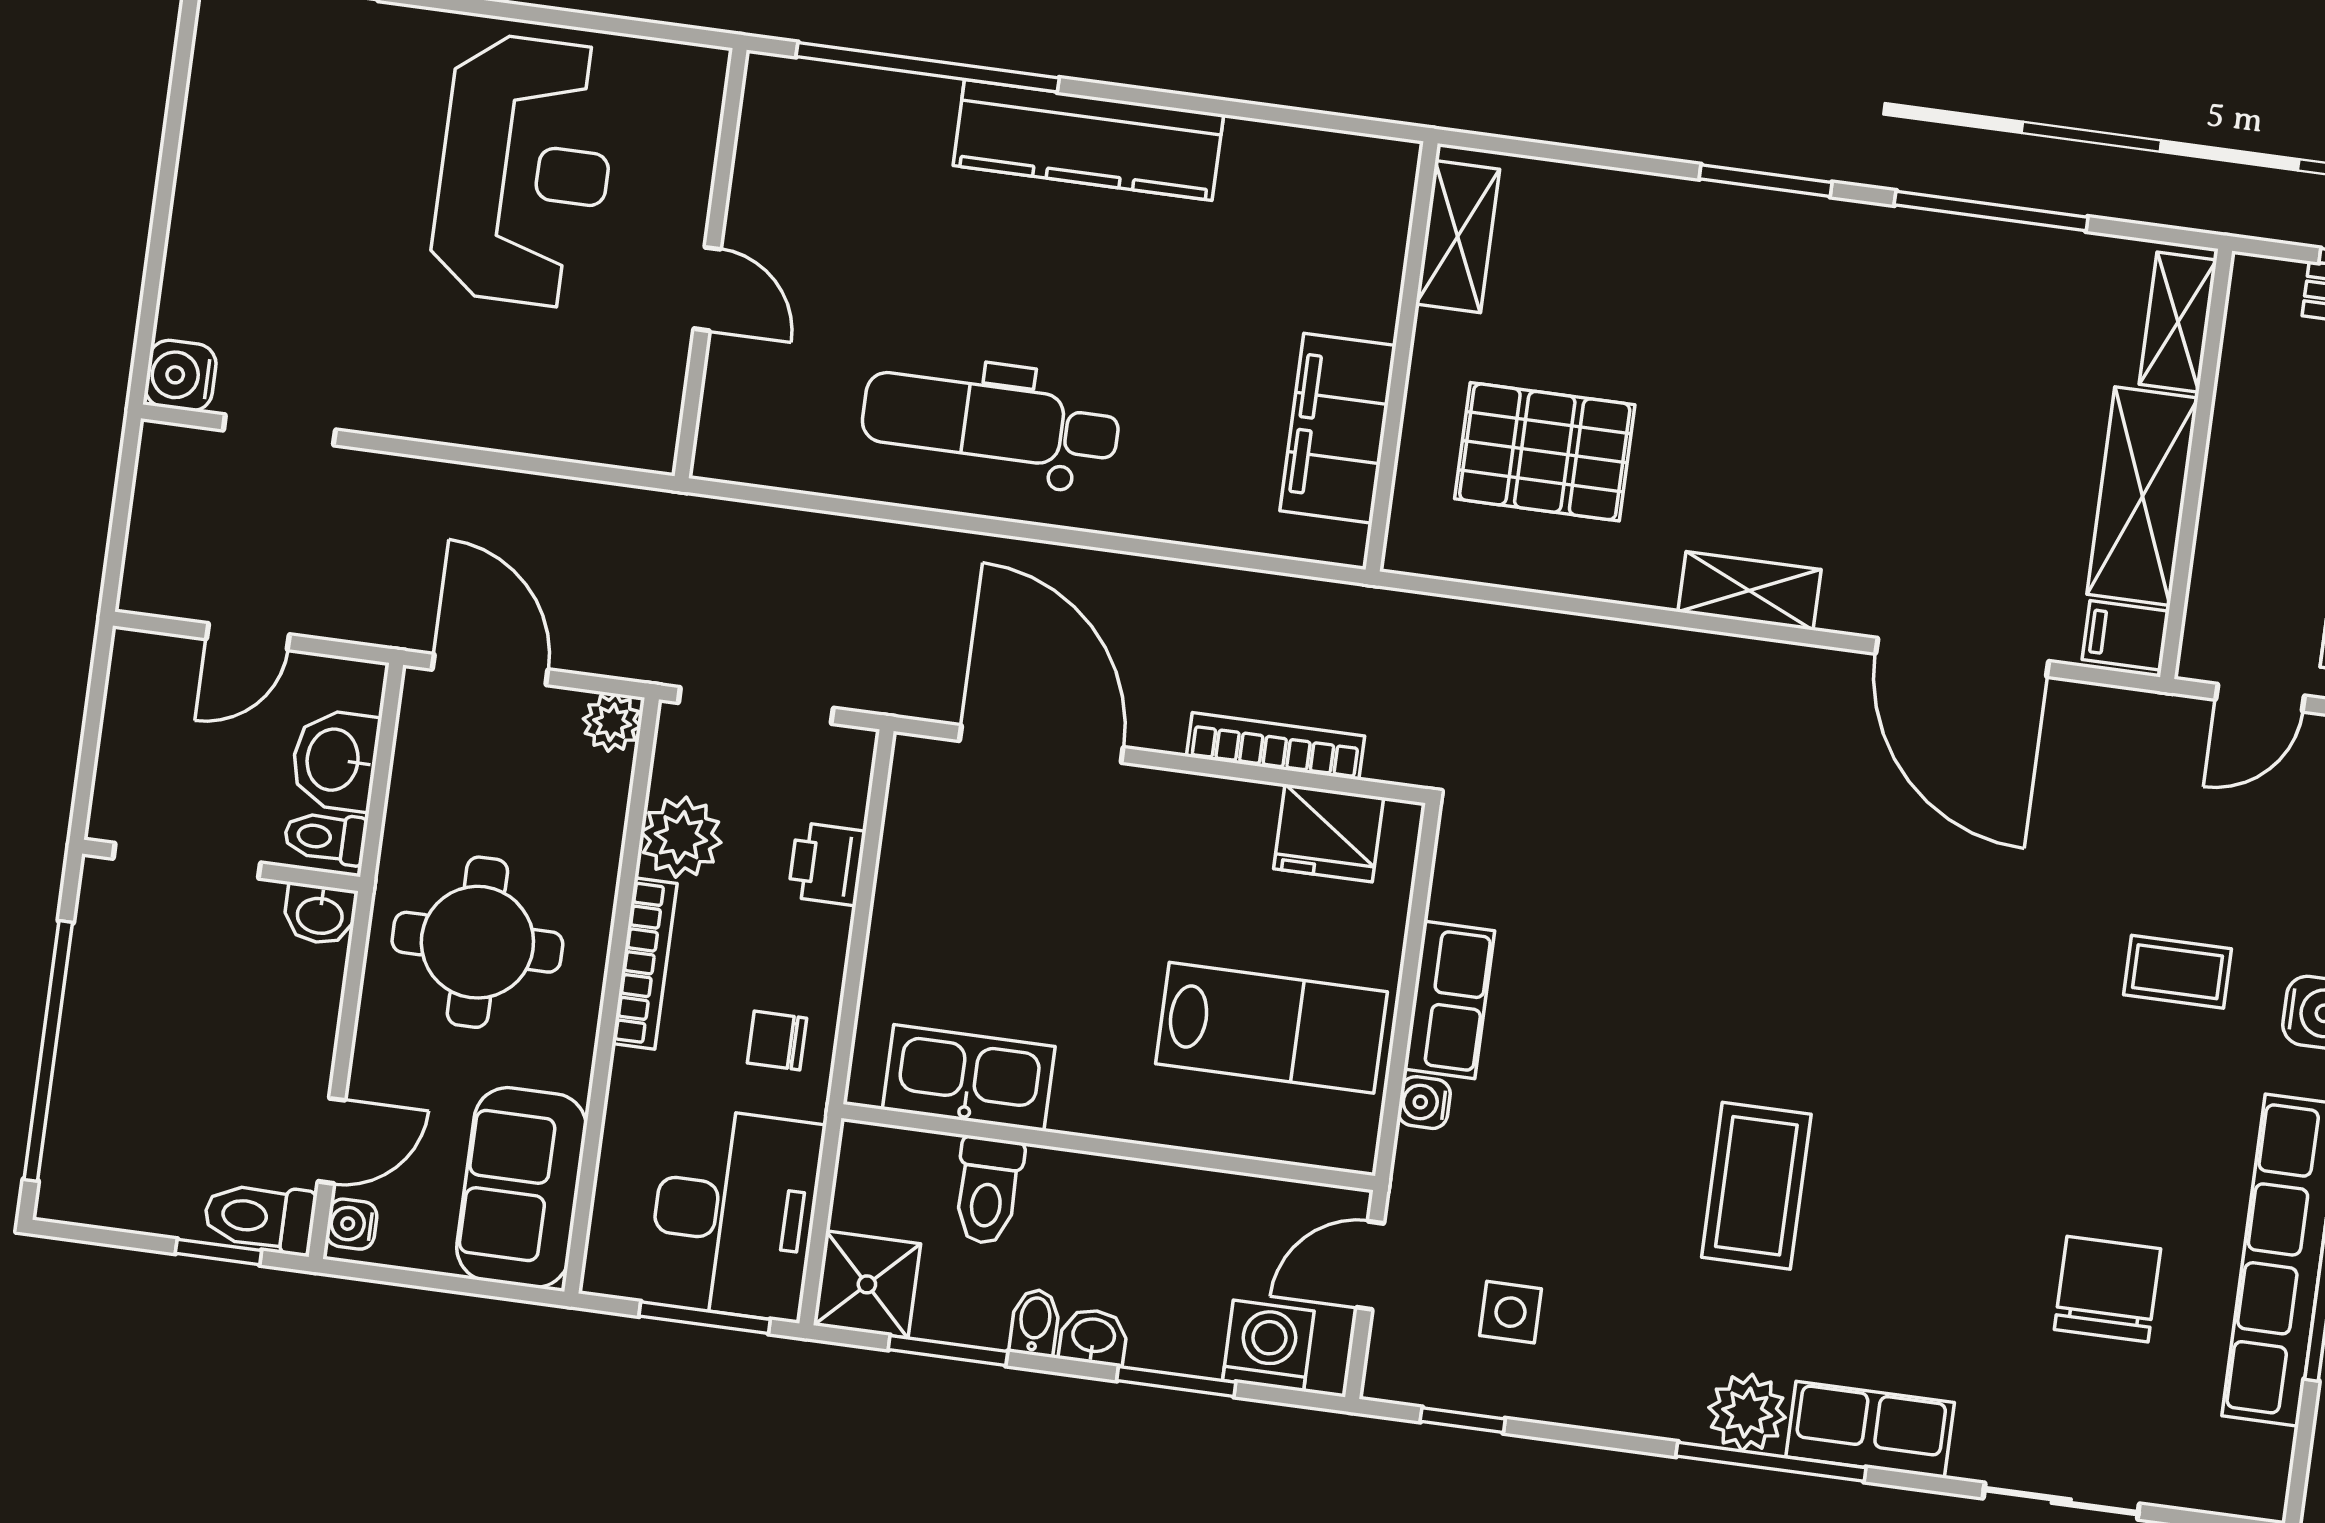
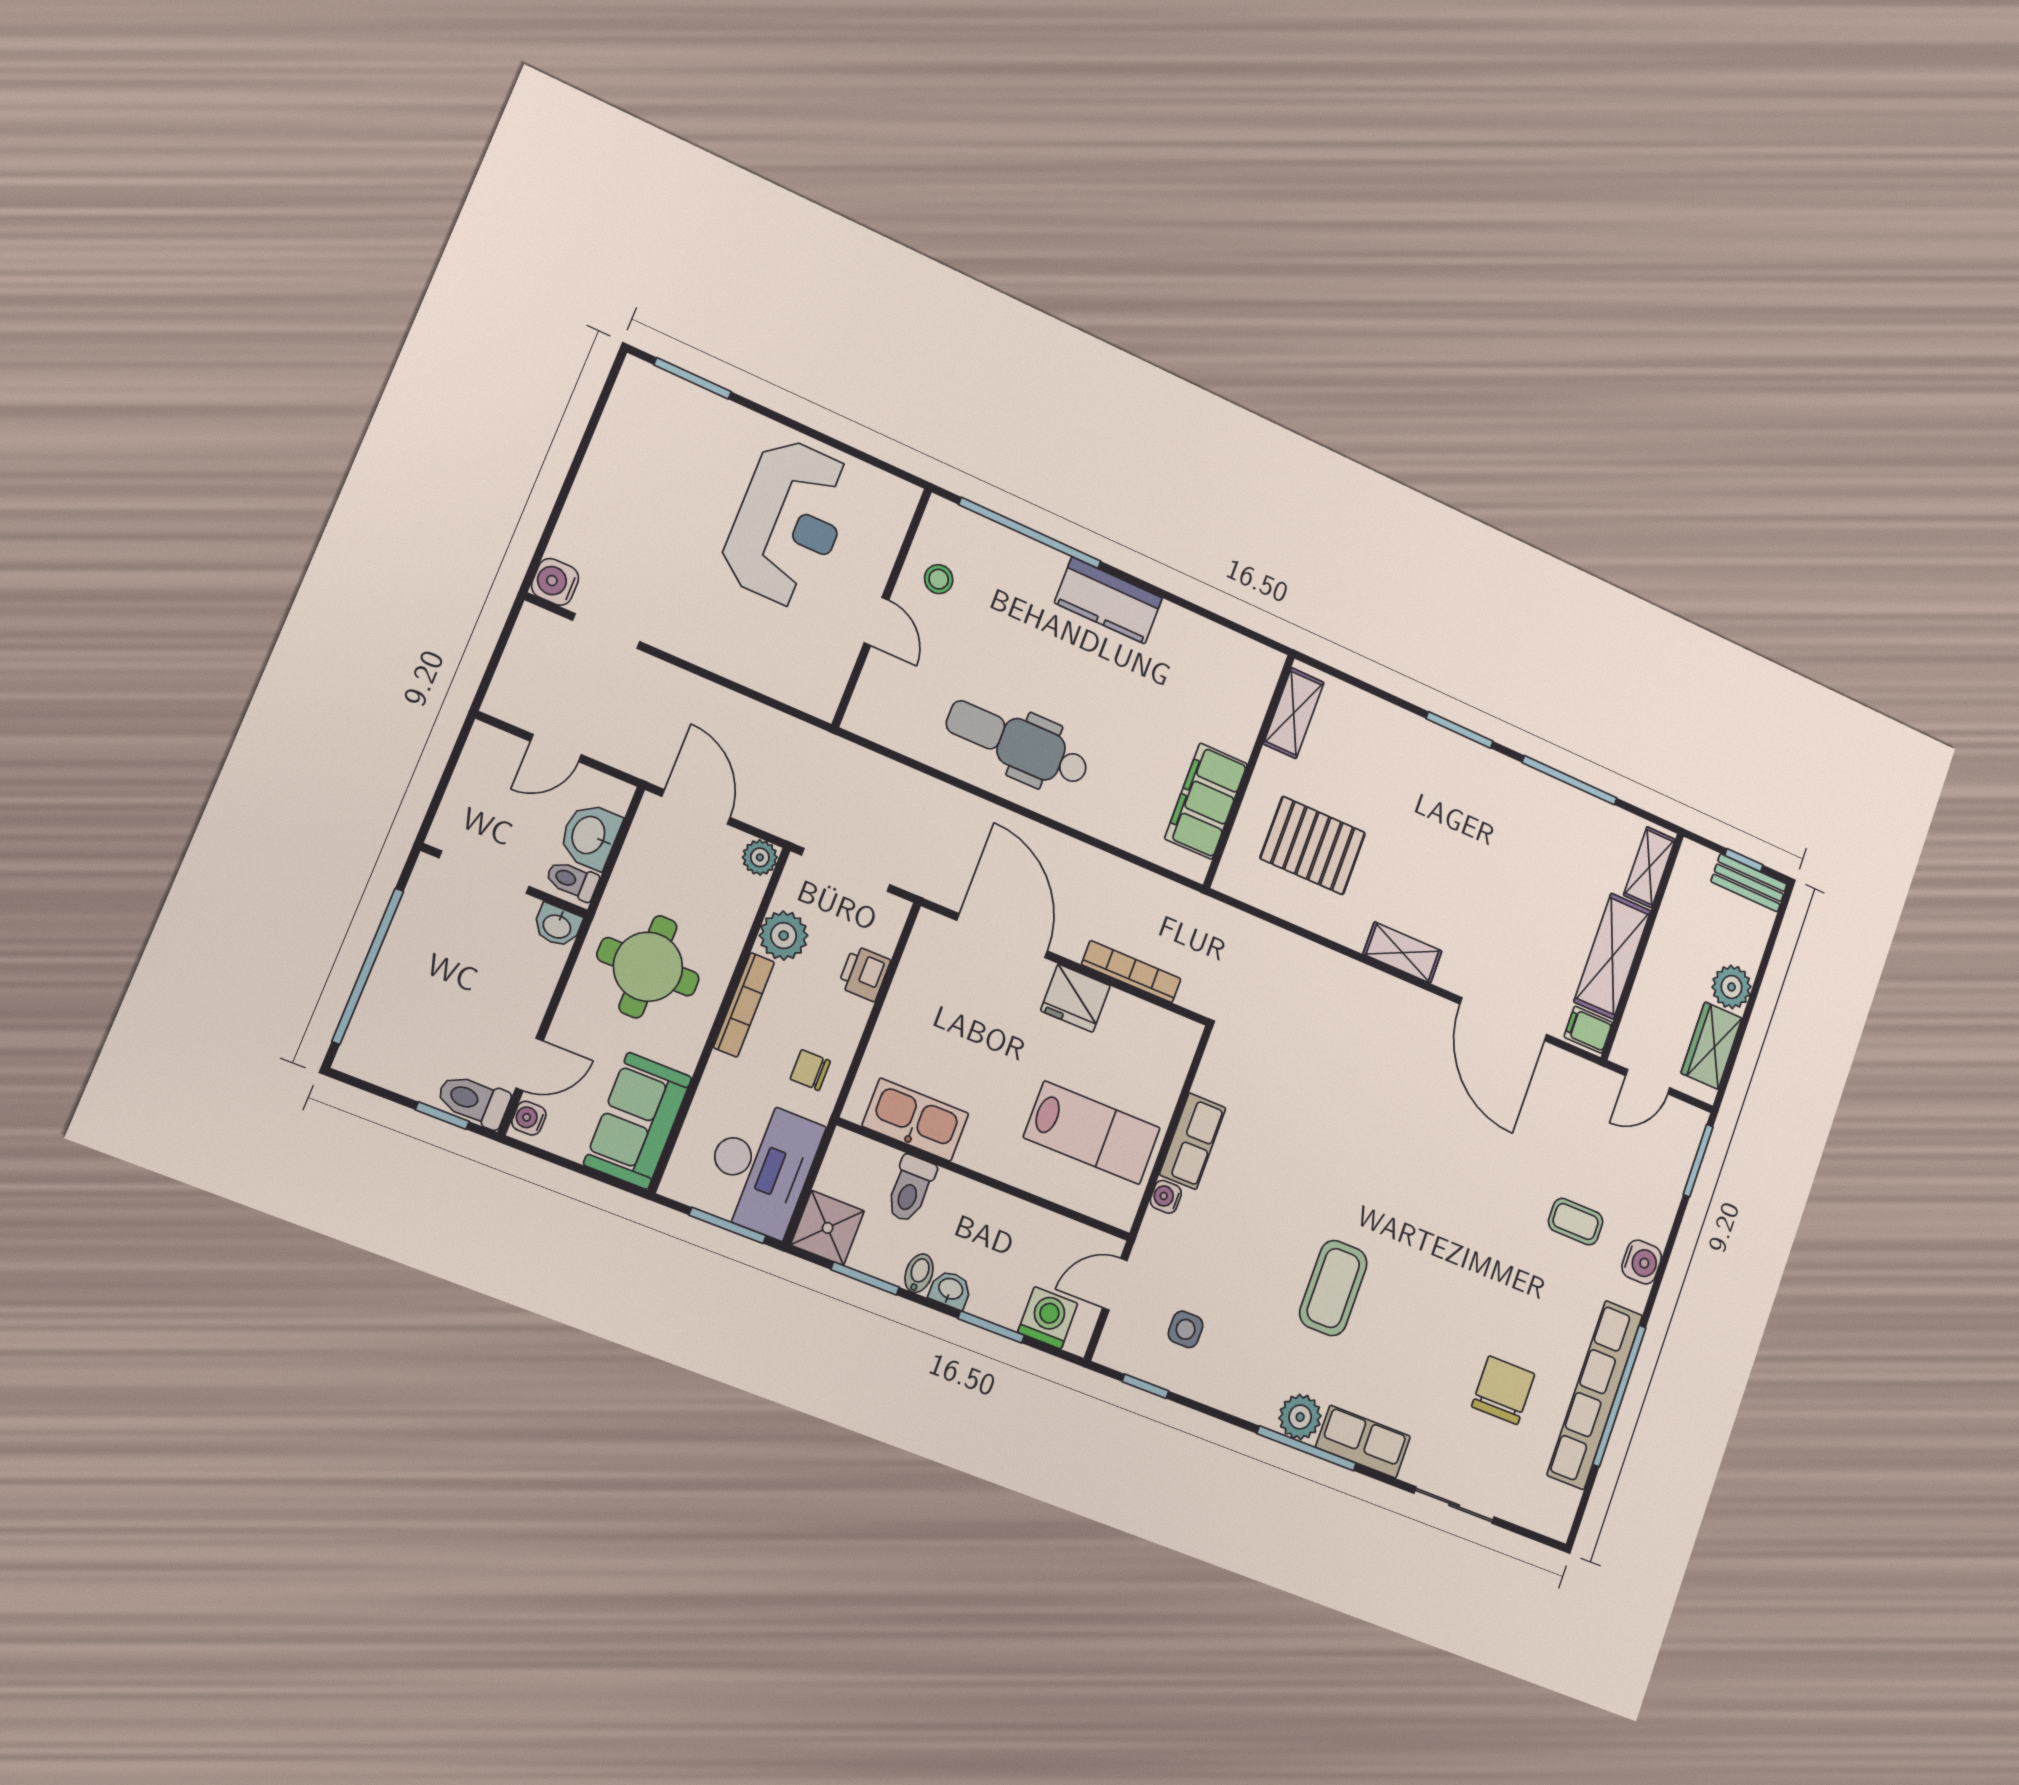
kitchen counter: (1088, 140) -> (1108, 600), width x0.67
stool: (793, 189) -> (939, 579), added
fridge: (1329, 833) -> (1075, 998), moved

